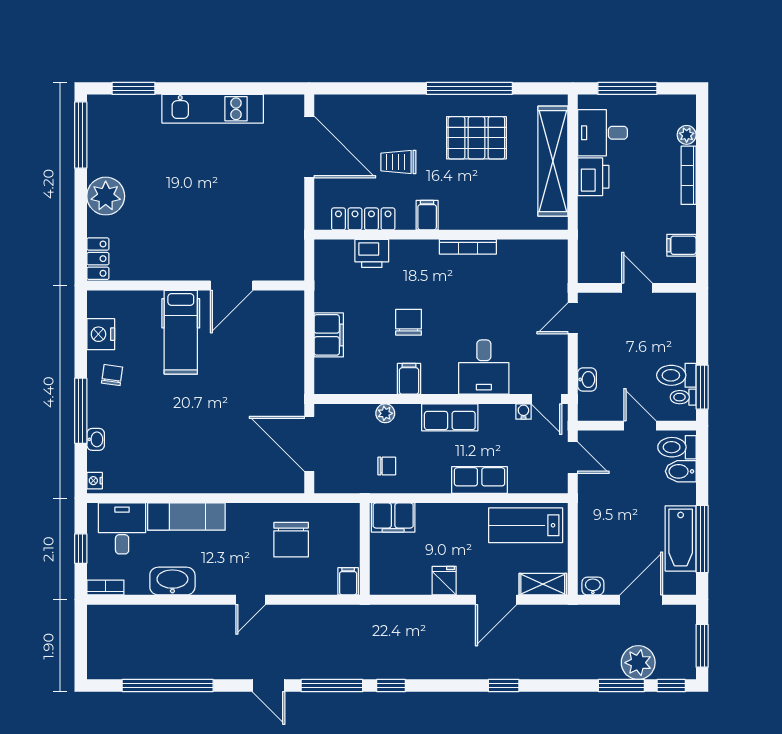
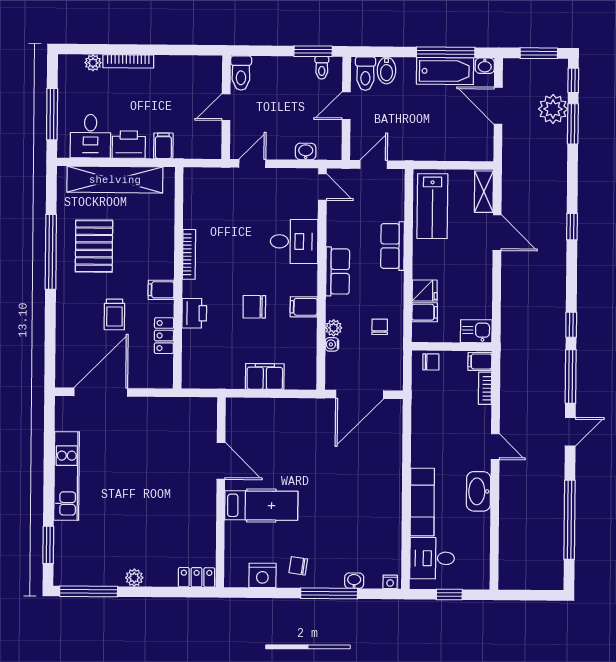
plant: (106, 196) -> (134, 578), width x0.53, depth x0.53
locker: (363, 219) -> (164, 336), width x0.66
filing cabinet: (681, 245) -> (163, 146), moved, turned 180
printer: (372, 253) -> (194, 313), moved
door: (573, 318) -> (252, 164), swing flipped
toilet: (676, 375) -> (241, 73), moved
door: (547, 399) -> (322, 187), hinge flipped
water cooler: (523, 412) -> (332, 344), moved
filing cabinet: (393, 518) -> (425, 312), width x0.50
chair: (291, 540) -> (431, 362), moved, width x0.54, depth x0.54
kitchen sink: (383, 577) -> (476, 331), added
washbasin: (172, 581) -> (479, 491), moved
fridge: (444, 581) -> (425, 291), moved, turned 180
washbasin: (593, 586) -> (485, 66), moved, turned -90
bookcase: (105, 587) -> (485, 388), moved

